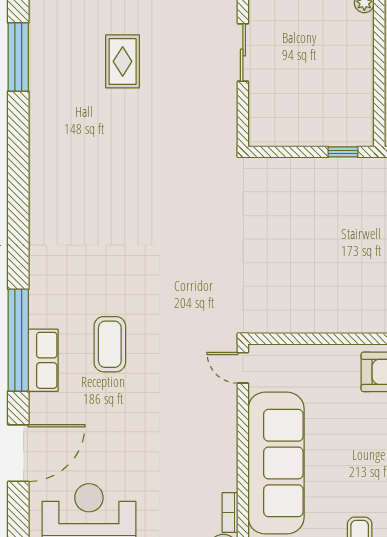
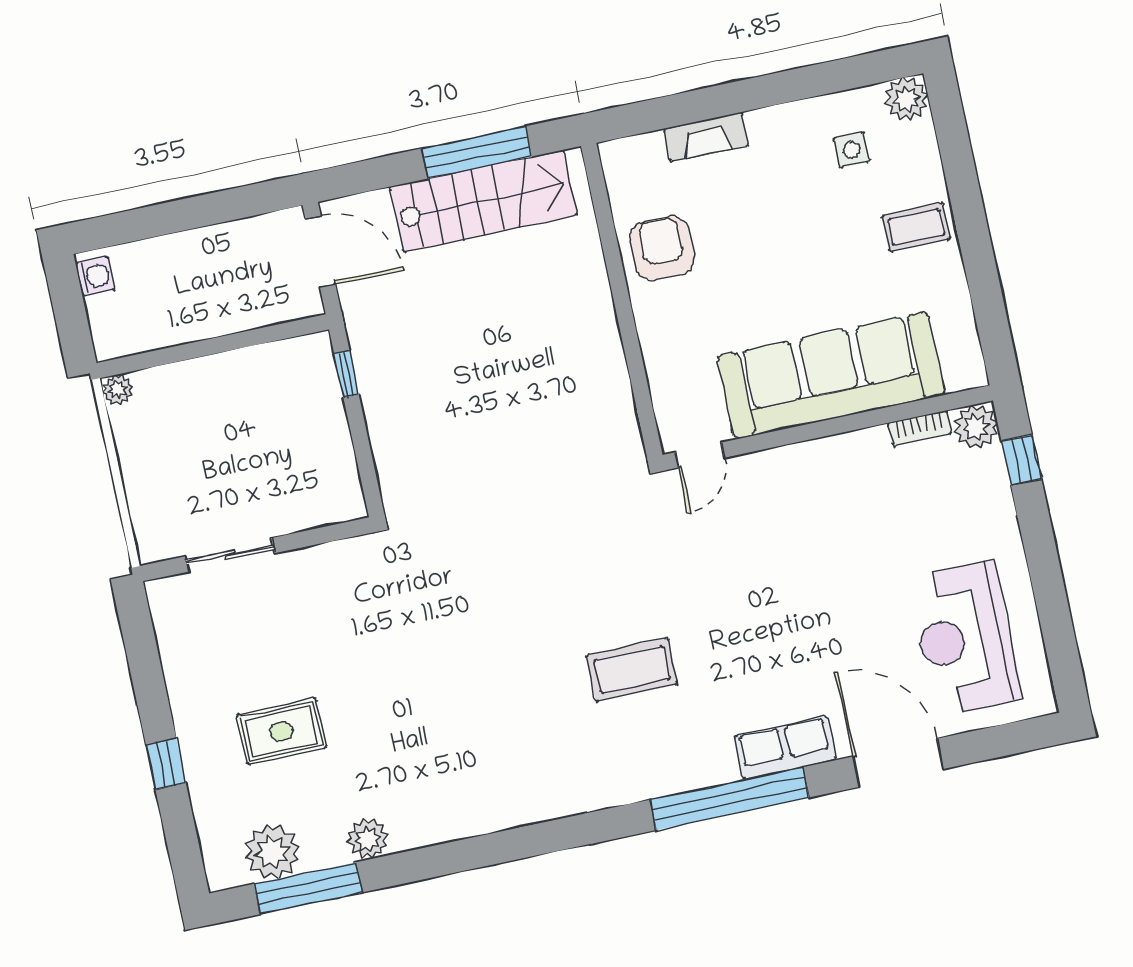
plant: (46, 39) -> (272, 852), added
plant: (42, 102) -> (368, 839), added
coffee table: (110, 344) -> (632, 670), moved
row of seats: (43, 360) -> (785, 748), moved

